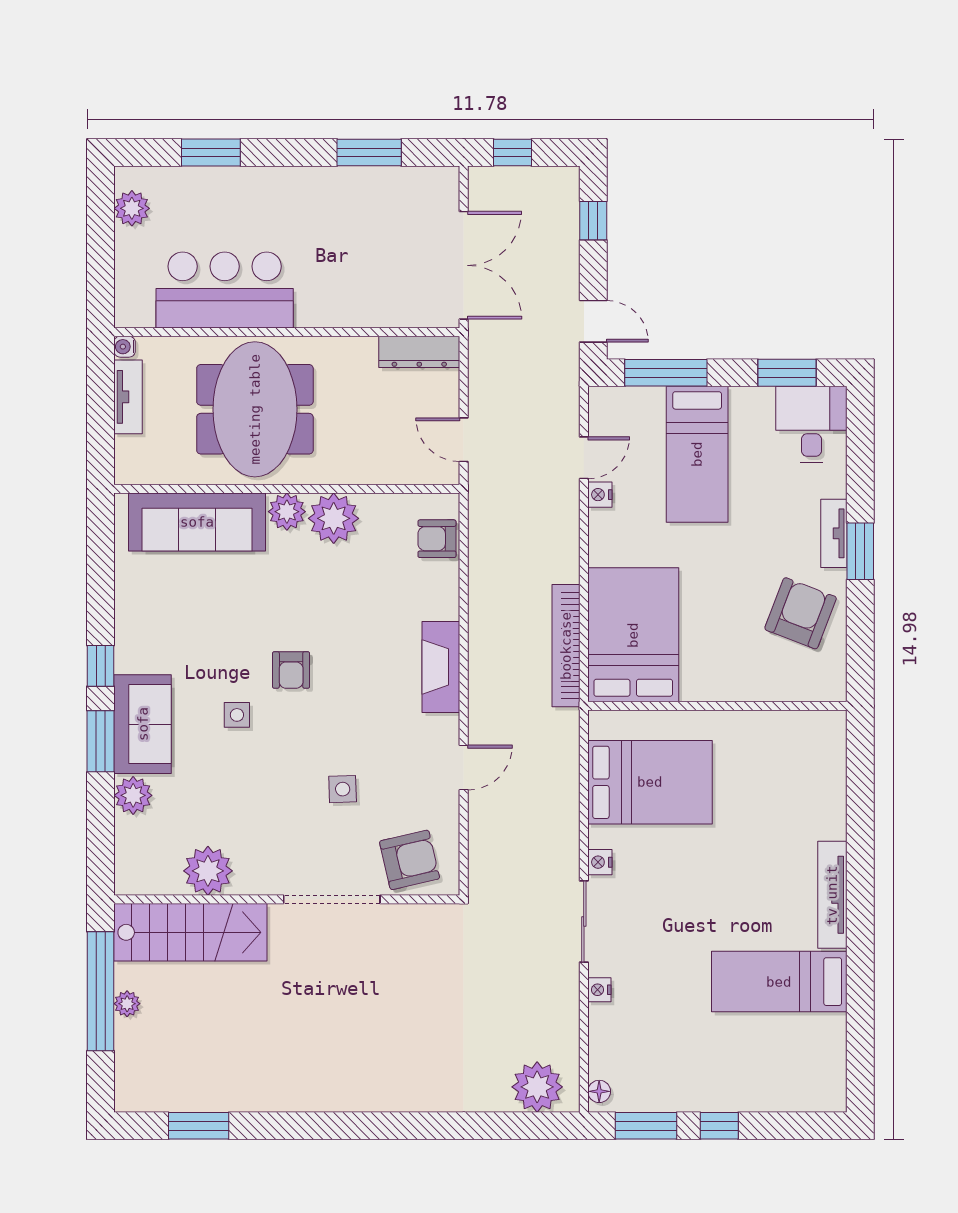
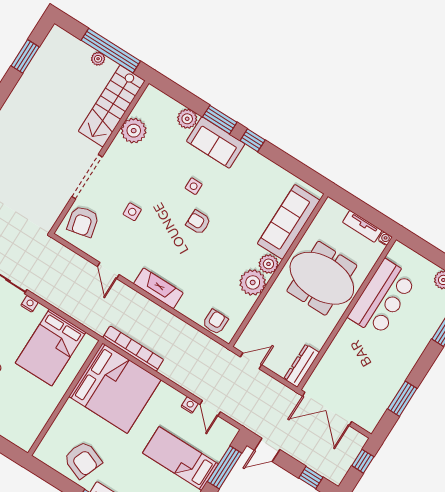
bed: (633, 635) -> (115, 388), width x1.36

